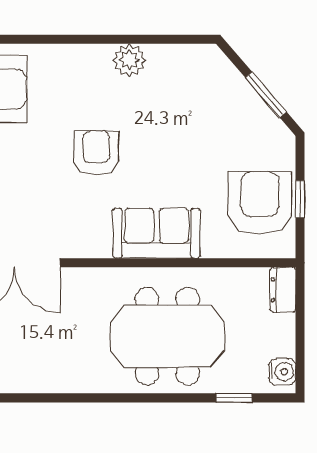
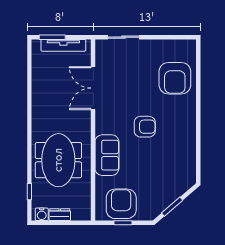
plant: (129, 60) -> (189, 142), removed
armchair: (260, 203) -> (121, 204), turned -90
dresser: (283, 290) -> (60, 215), moved

